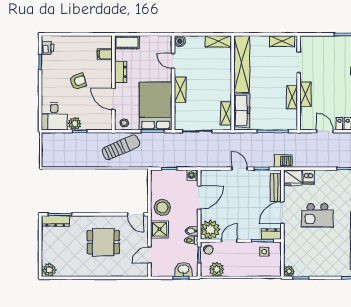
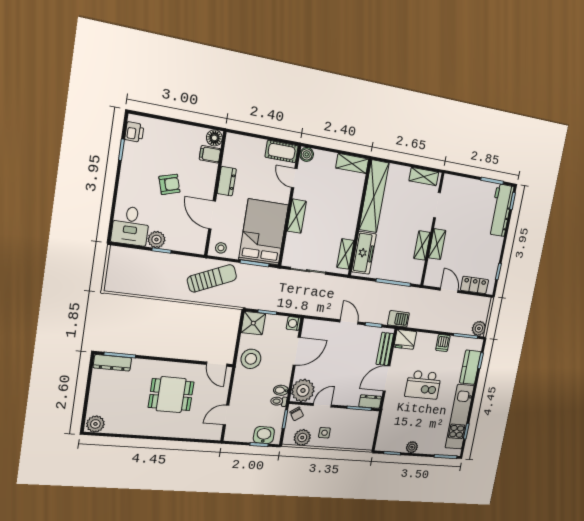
floor lamp: (106, 42) -> (214, 138), added
cot: (127, 42) -> (282, 151), moved
dishwasher: (308, 177) -> (443, 343), moved
shower: (159, 229) -> (253, 323), moved
side table: (264, 251) -> (324, 433), moved
plant: (289, 271) -> (412, 447), moved

